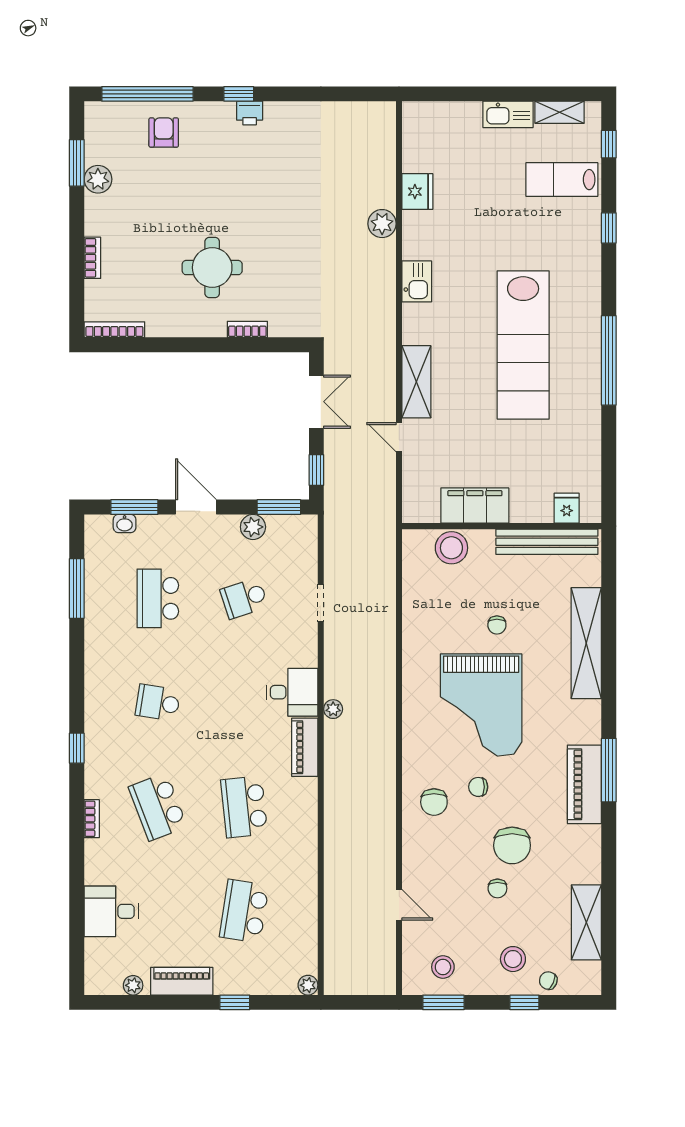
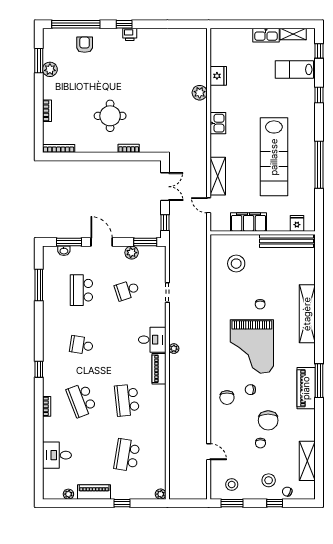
filing cabinet: (475, 506) -> (249, 222), moved
fridge: (567, 508) -> (297, 223), moved
wall: (502, 526) -> (263, 233), moved
bench: (547, 542) -> (286, 241), moved

